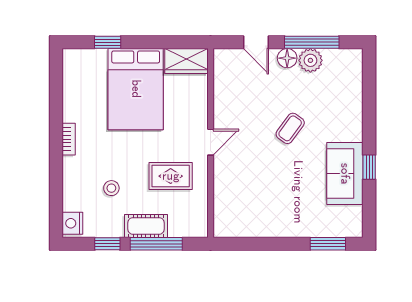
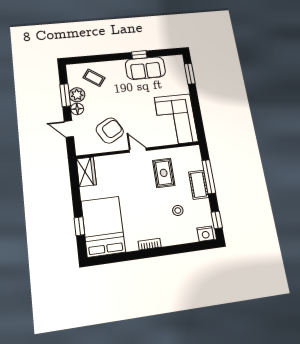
door: (256, 42) -> (69, 129), swing flipped
window: (312, 42) -> (65, 95), width x0.69
bed: (136, 89) -> (103, 226), moved, turned -90
armchair: (247, 104) -> (110, 130), added
coffee table: (290, 128) -> (94, 78), moved
corner sofa: (253, 209) -> (176, 119), added
window: (107, 244) -> (217, 220), moved

